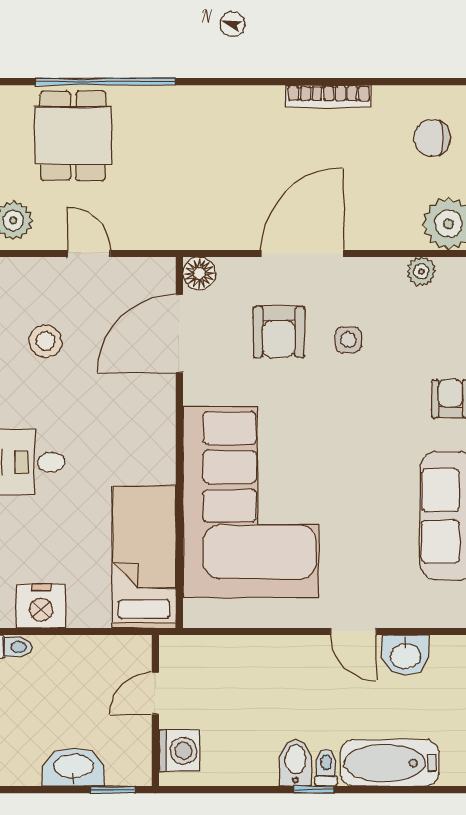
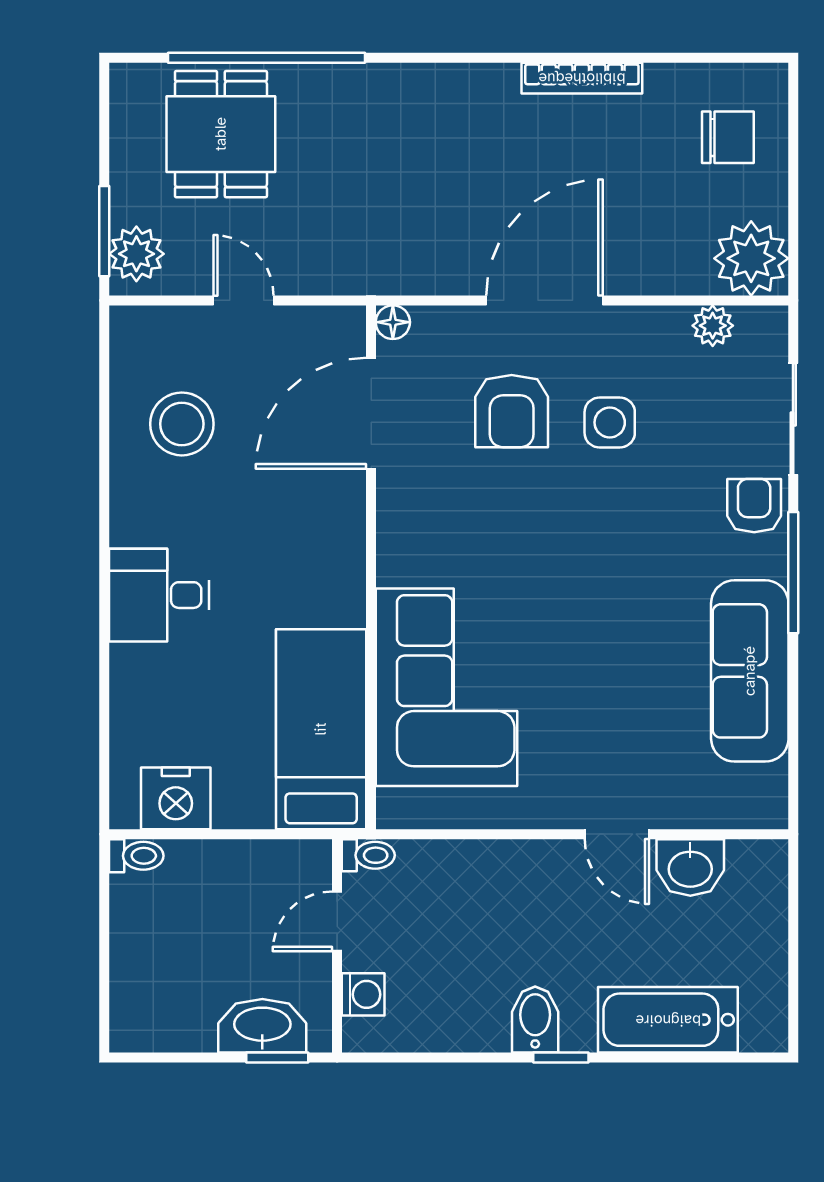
chair: (432, 138) -> (728, 137), turned 180
floor lamp: (199, 273) -> (393, 322), width x0.73, depth x0.73
side table: (348, 340) -> (610, 422), width x1.37, depth x1.37
stool: (45, 341) -> (182, 424), width x1.38, depth x1.38
corner sofa: (251, 502) -> (447, 687), width x0.73, depth x0.74
washing machine: (179, 751) -> (363, 994), width x0.73, depth x0.73
washbasin: (74, 767) -> (262, 1026), moved
toilet: (326, 768) -> (368, 855), moved, turned 90

